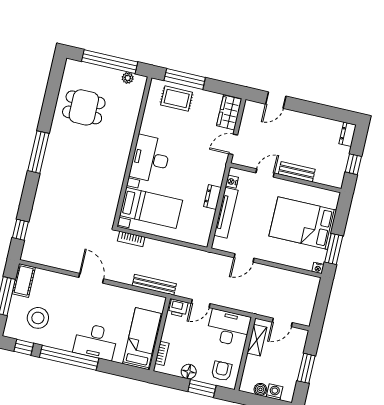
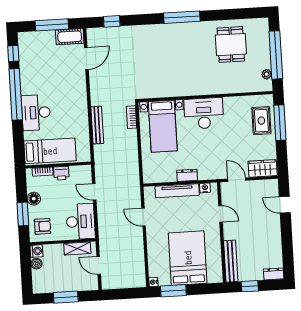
bench: (297, 172) -> (231, 261), moved, width x1.36
door: (91, 278) -> (86, 58), moved
bench: (154, 285) -> (97, 125), moved
printer: (178, 308) -> (61, 173), moved, turned -90
stool: (38, 318) -> (42, 58), removed
washing machine: (275, 392) -> (36, 251), moved

